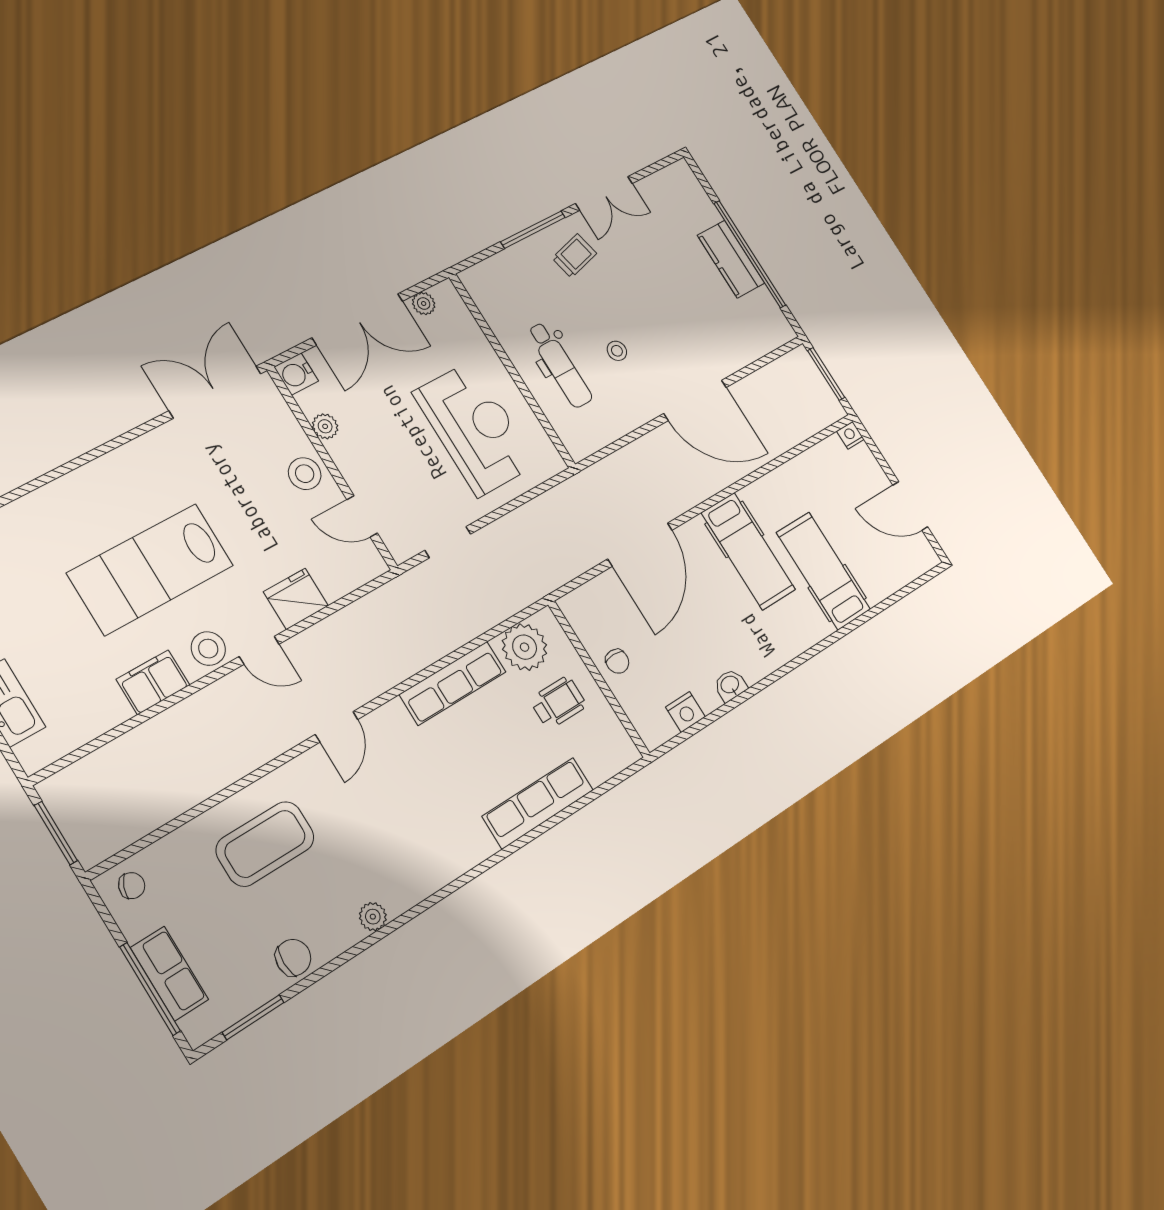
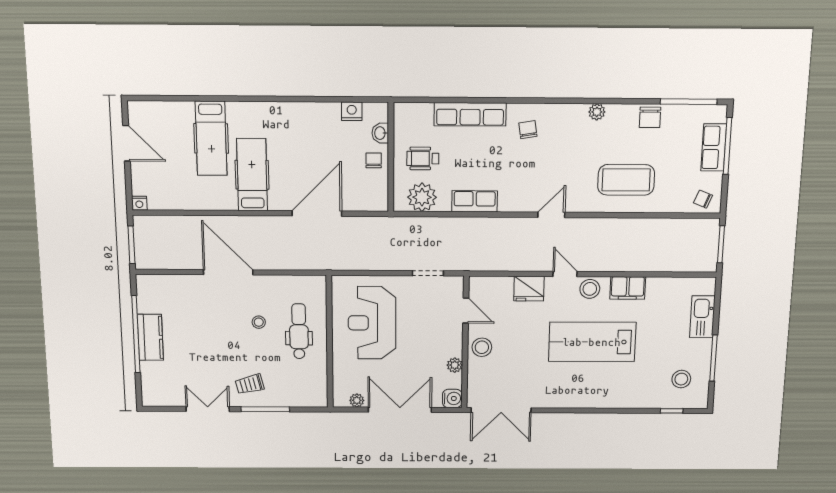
lab bench: (151, 569) -> (592, 342), turned 180
row of seats: (453, 683) -> (475, 201), width x0.68
washbasin: (730, 685) -> (380, 133), moved, turned 90
chair: (449, 830) -> (528, 130), added
chair: (293, 958) -> (650, 117), turned -90
window: (253, 1017) -> (689, 102), width x1.44

